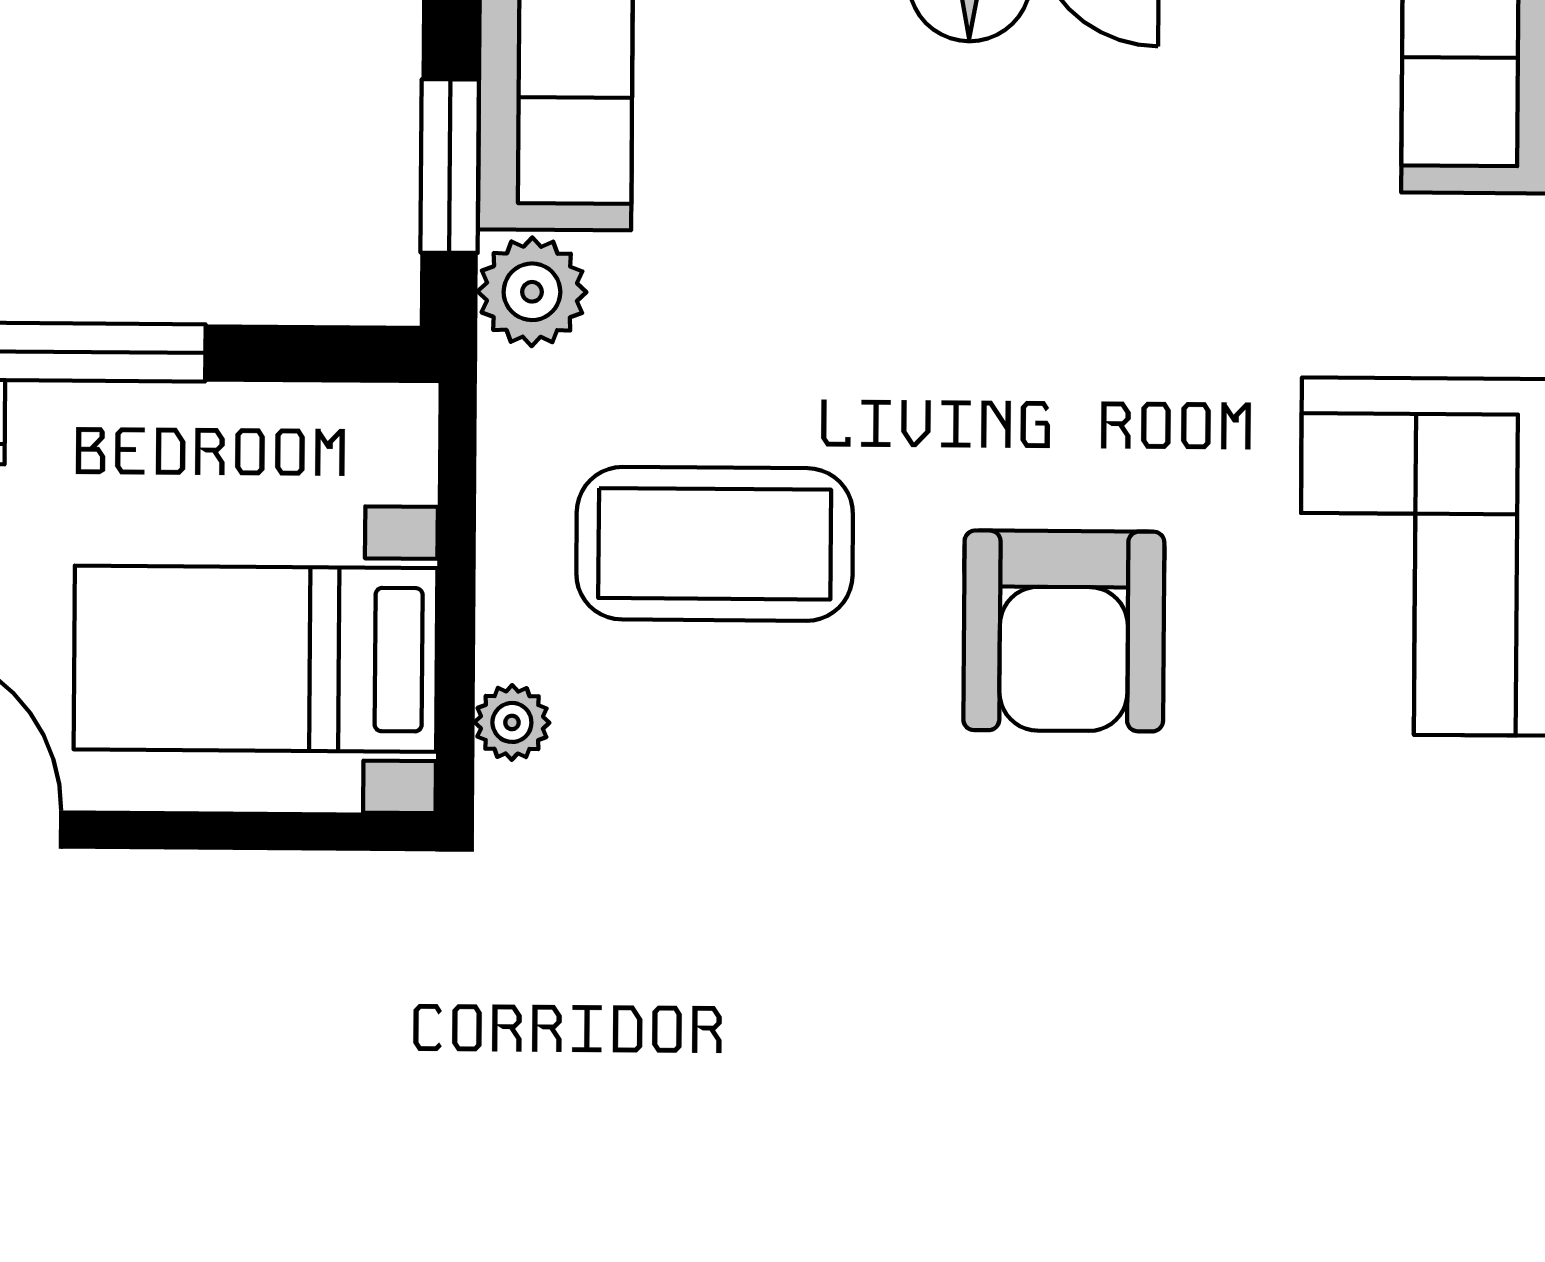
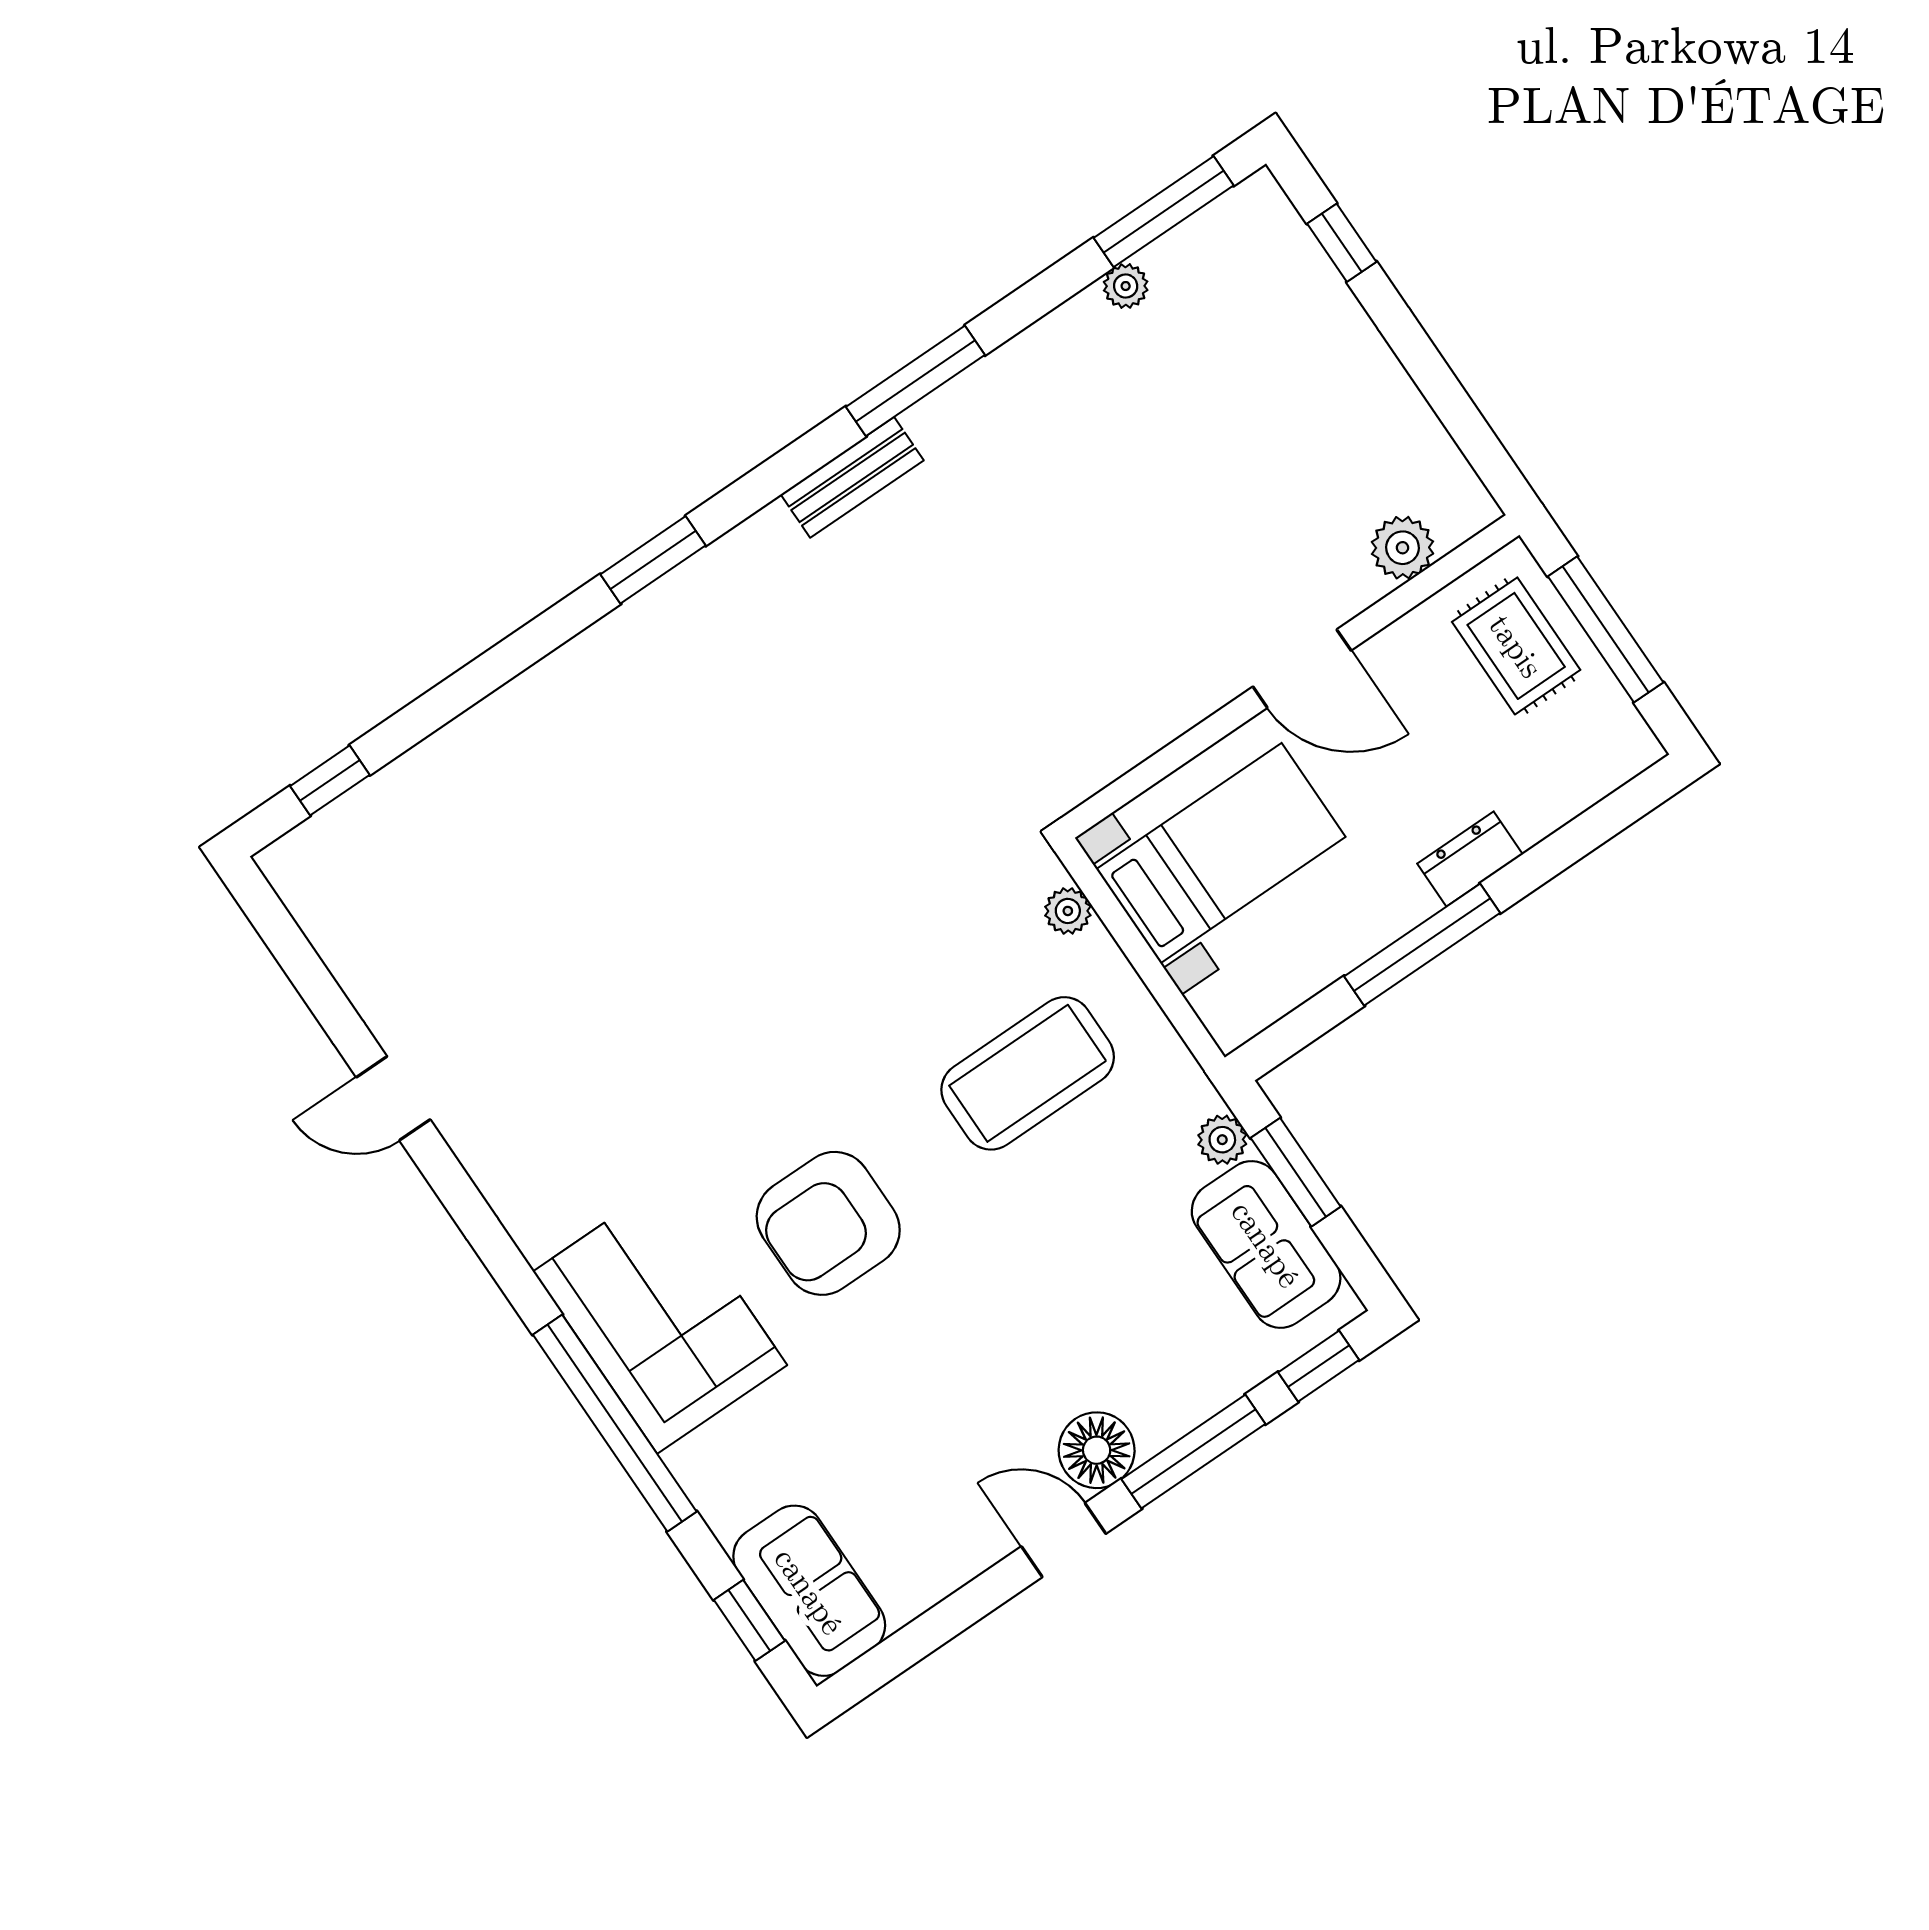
plant: (532, 292) -> (1222, 1140), width x0.73, depth x0.73
armchair: (1064, 631) -> (828, 1223), moved, turned -90

